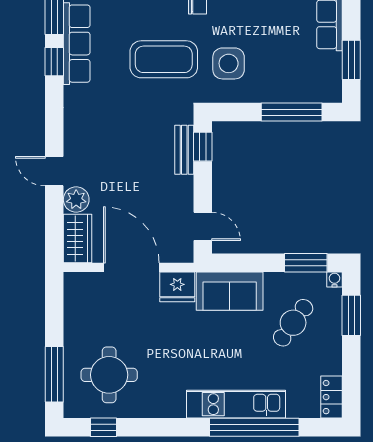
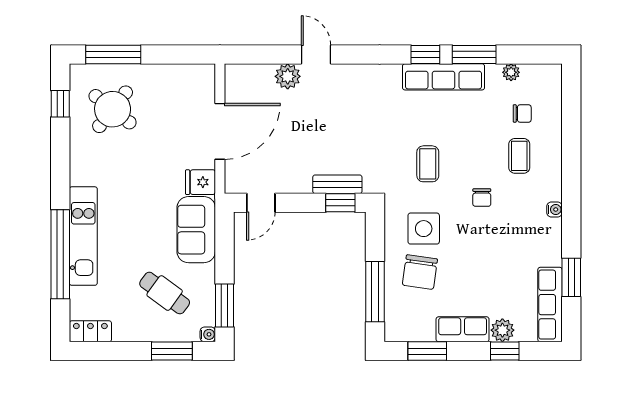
coffee table: (164, 59) -> (428, 164), width x0.54, depth x0.58
chair: (272, 67) -> (420, 272), added
door: (54, 171) -> (316, 54), hinge flipped
wardrobe: (78, 238) -> (249, 78), removed
fridge: (177, 287) -> (200, 182), width x0.72
round table: (109, 375) -> (113, 109), turned 38

